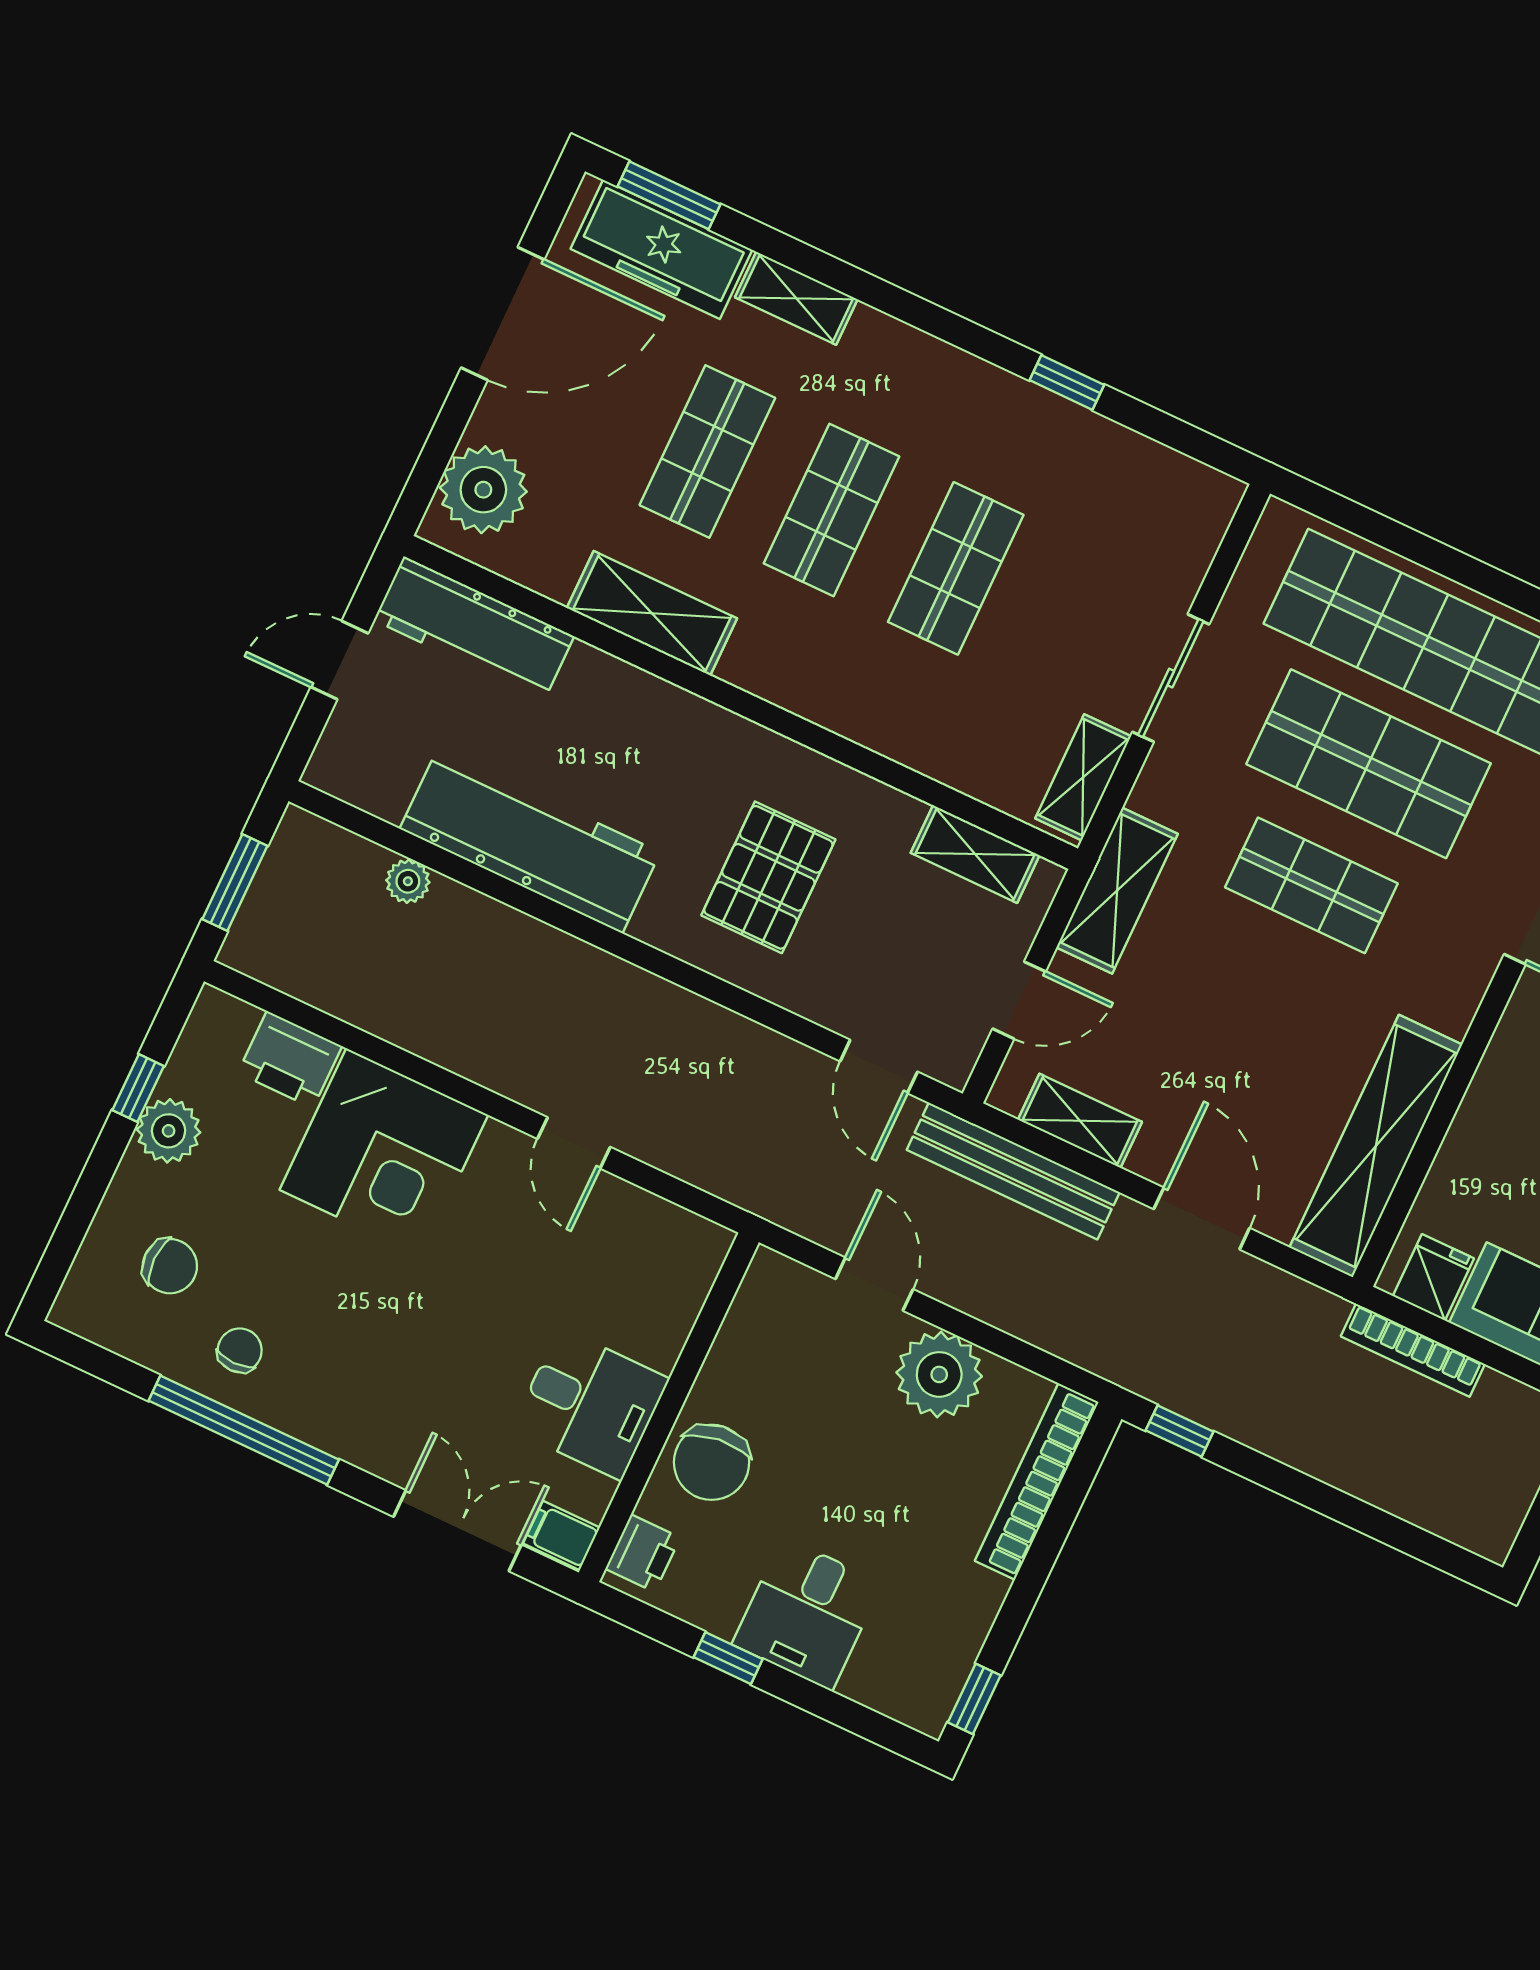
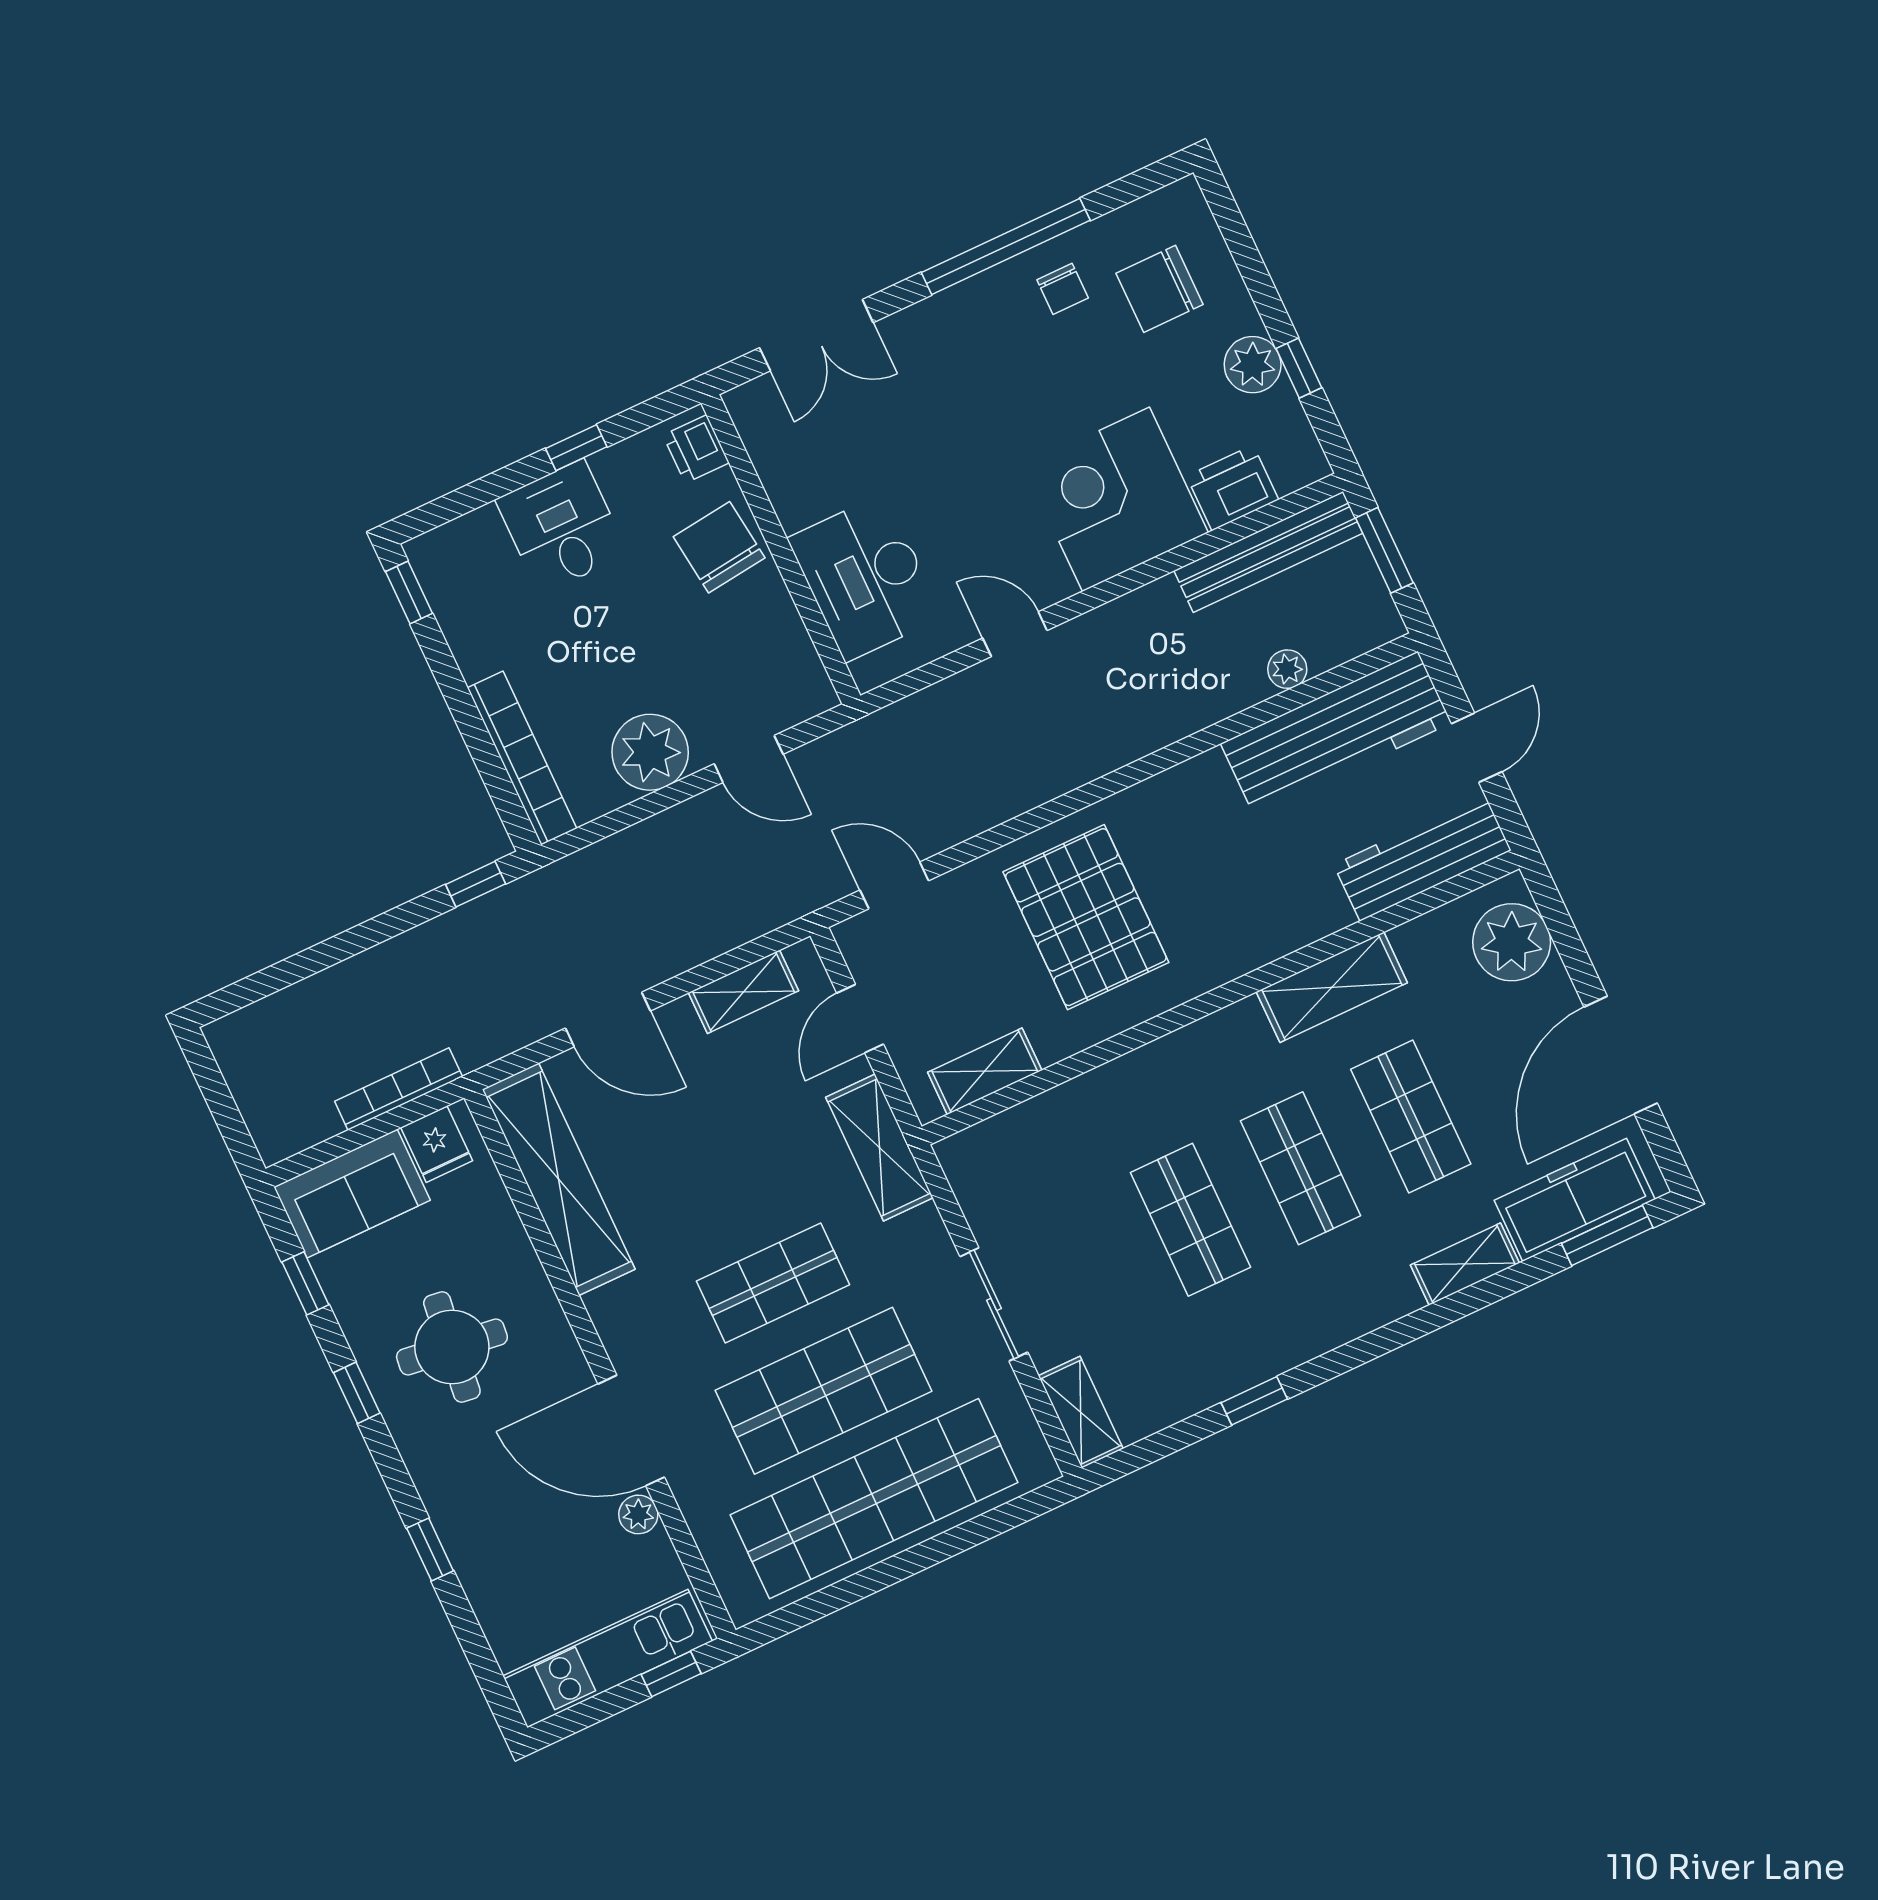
shelving: (1083, 777) -> (1081, 1412), moved
workbench: (530, 841) -> (1336, 733), moved
pallet: (768, 877) -> (1086, 917), width x1.37, depth x1.41
bench: (1013, 1171) -> (1268, 552), moved
chair: (170, 1266) -> (1160, 289), width x1.37, depth x1.37
desk: (590, 1404) -> (865, 578), moved, width x1.37
filing cabinet: (561, 1535) -> (754, 403), removed

